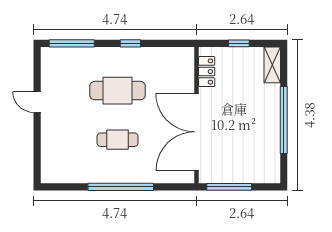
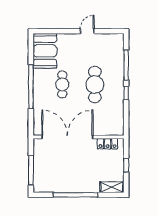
window: (72, 43) -> (126, 65), moved
booth: (67, 166) -> (45, 51), added
window: (229, 187) -> (31, 170), moved

